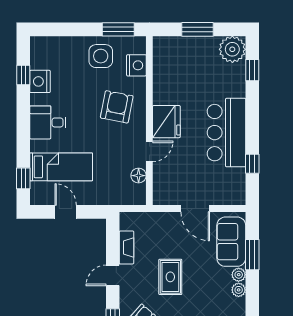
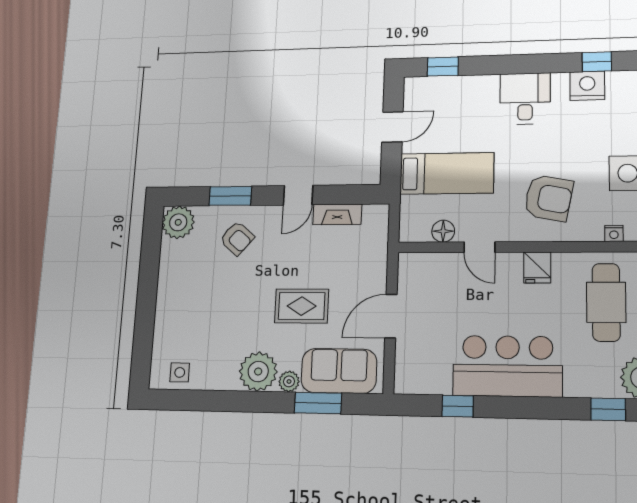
nightstand: (136, 65) -> (614, 233), width x0.53, depth x0.56
cafe table: (185, 71) -> (606, 302), added
fridge: (166, 122) -> (537, 268), width x0.53, depth x0.75
bed: (61, 167) -> (447, 173), moved, turned -90
door: (113, 275) -> (298, 195), swing flipped
rug: (170, 277) -> (302, 306), moved
plant: (239, 290) -> (258, 372), width x1.88, depth x1.88

